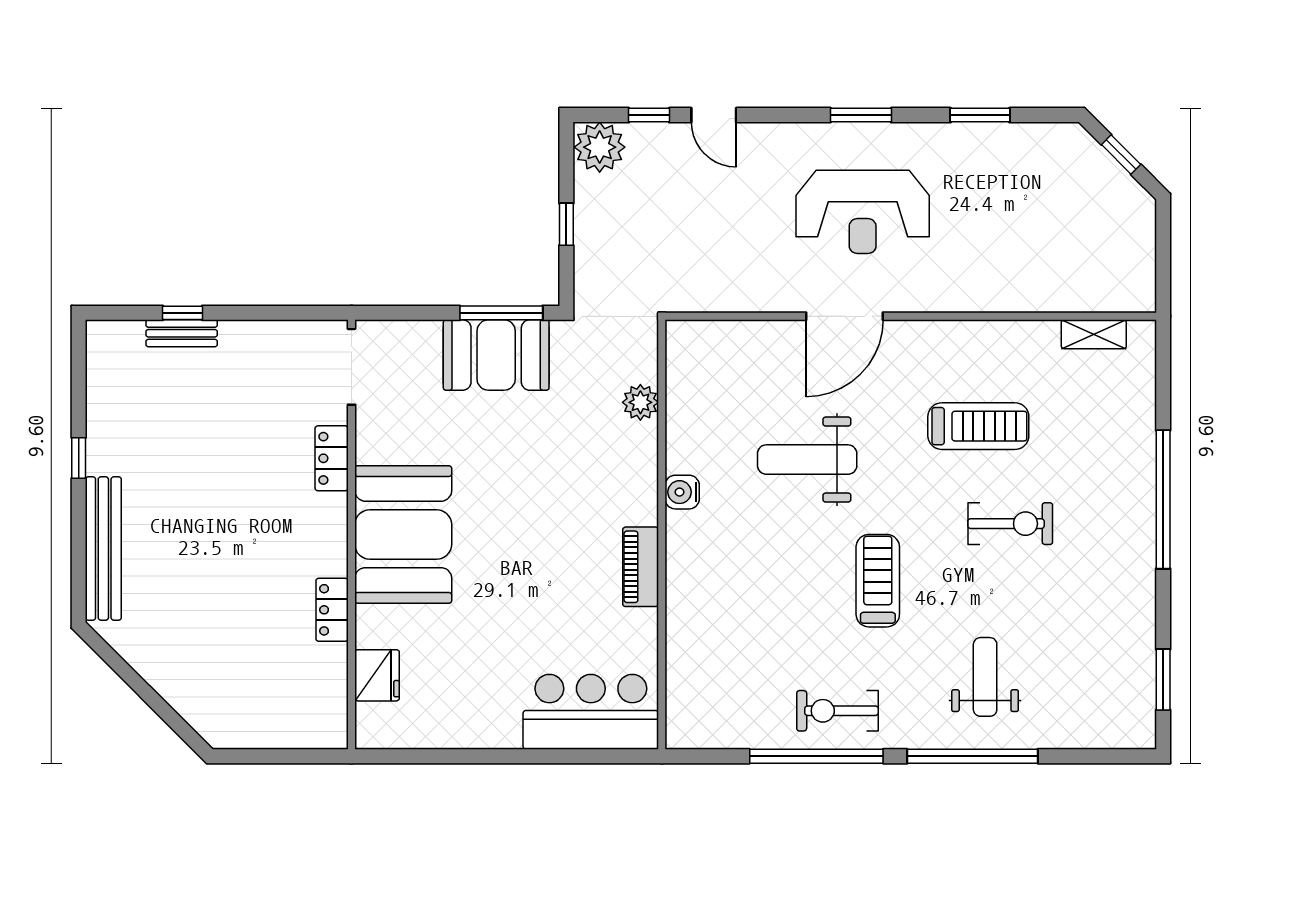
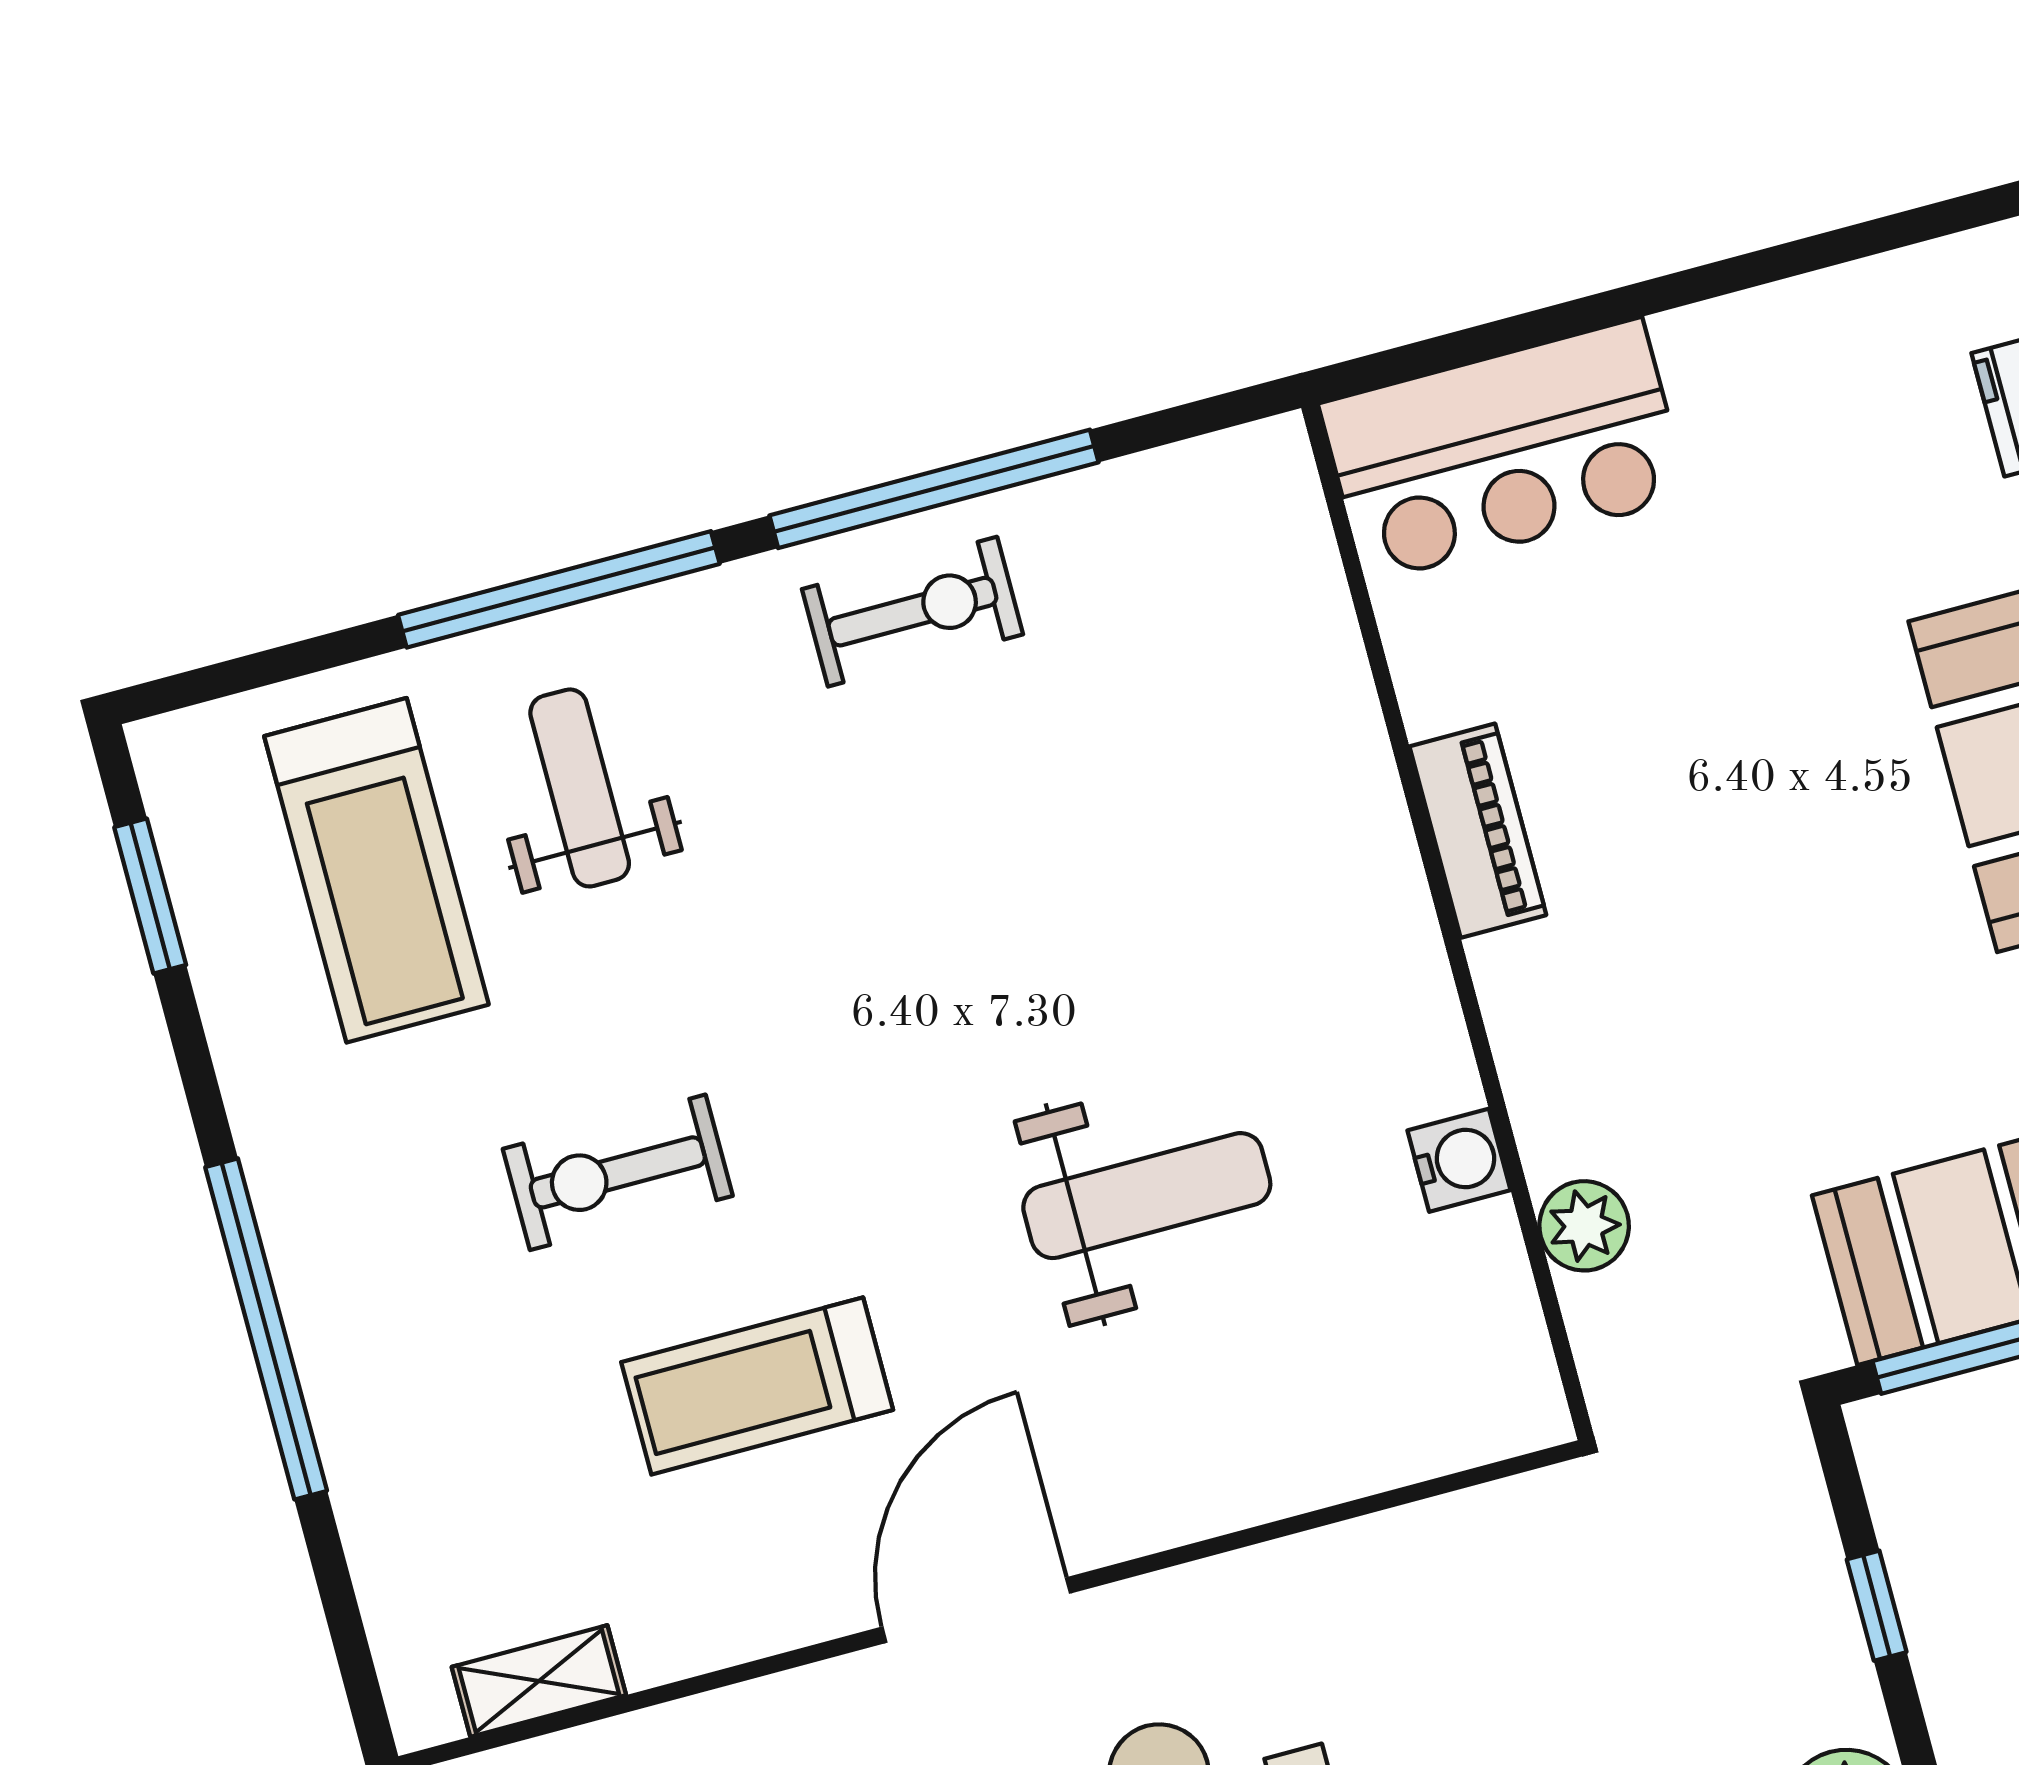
door: (844, 316) -> (976, 1610), moved
water cooler: (682, 492) -> (1459, 1160), moved
treadmill: (878, 581) -> (377, 870), moved, width x1.37, depth x1.37
weight bench: (985, 677) -> (580, 788), turned 180

